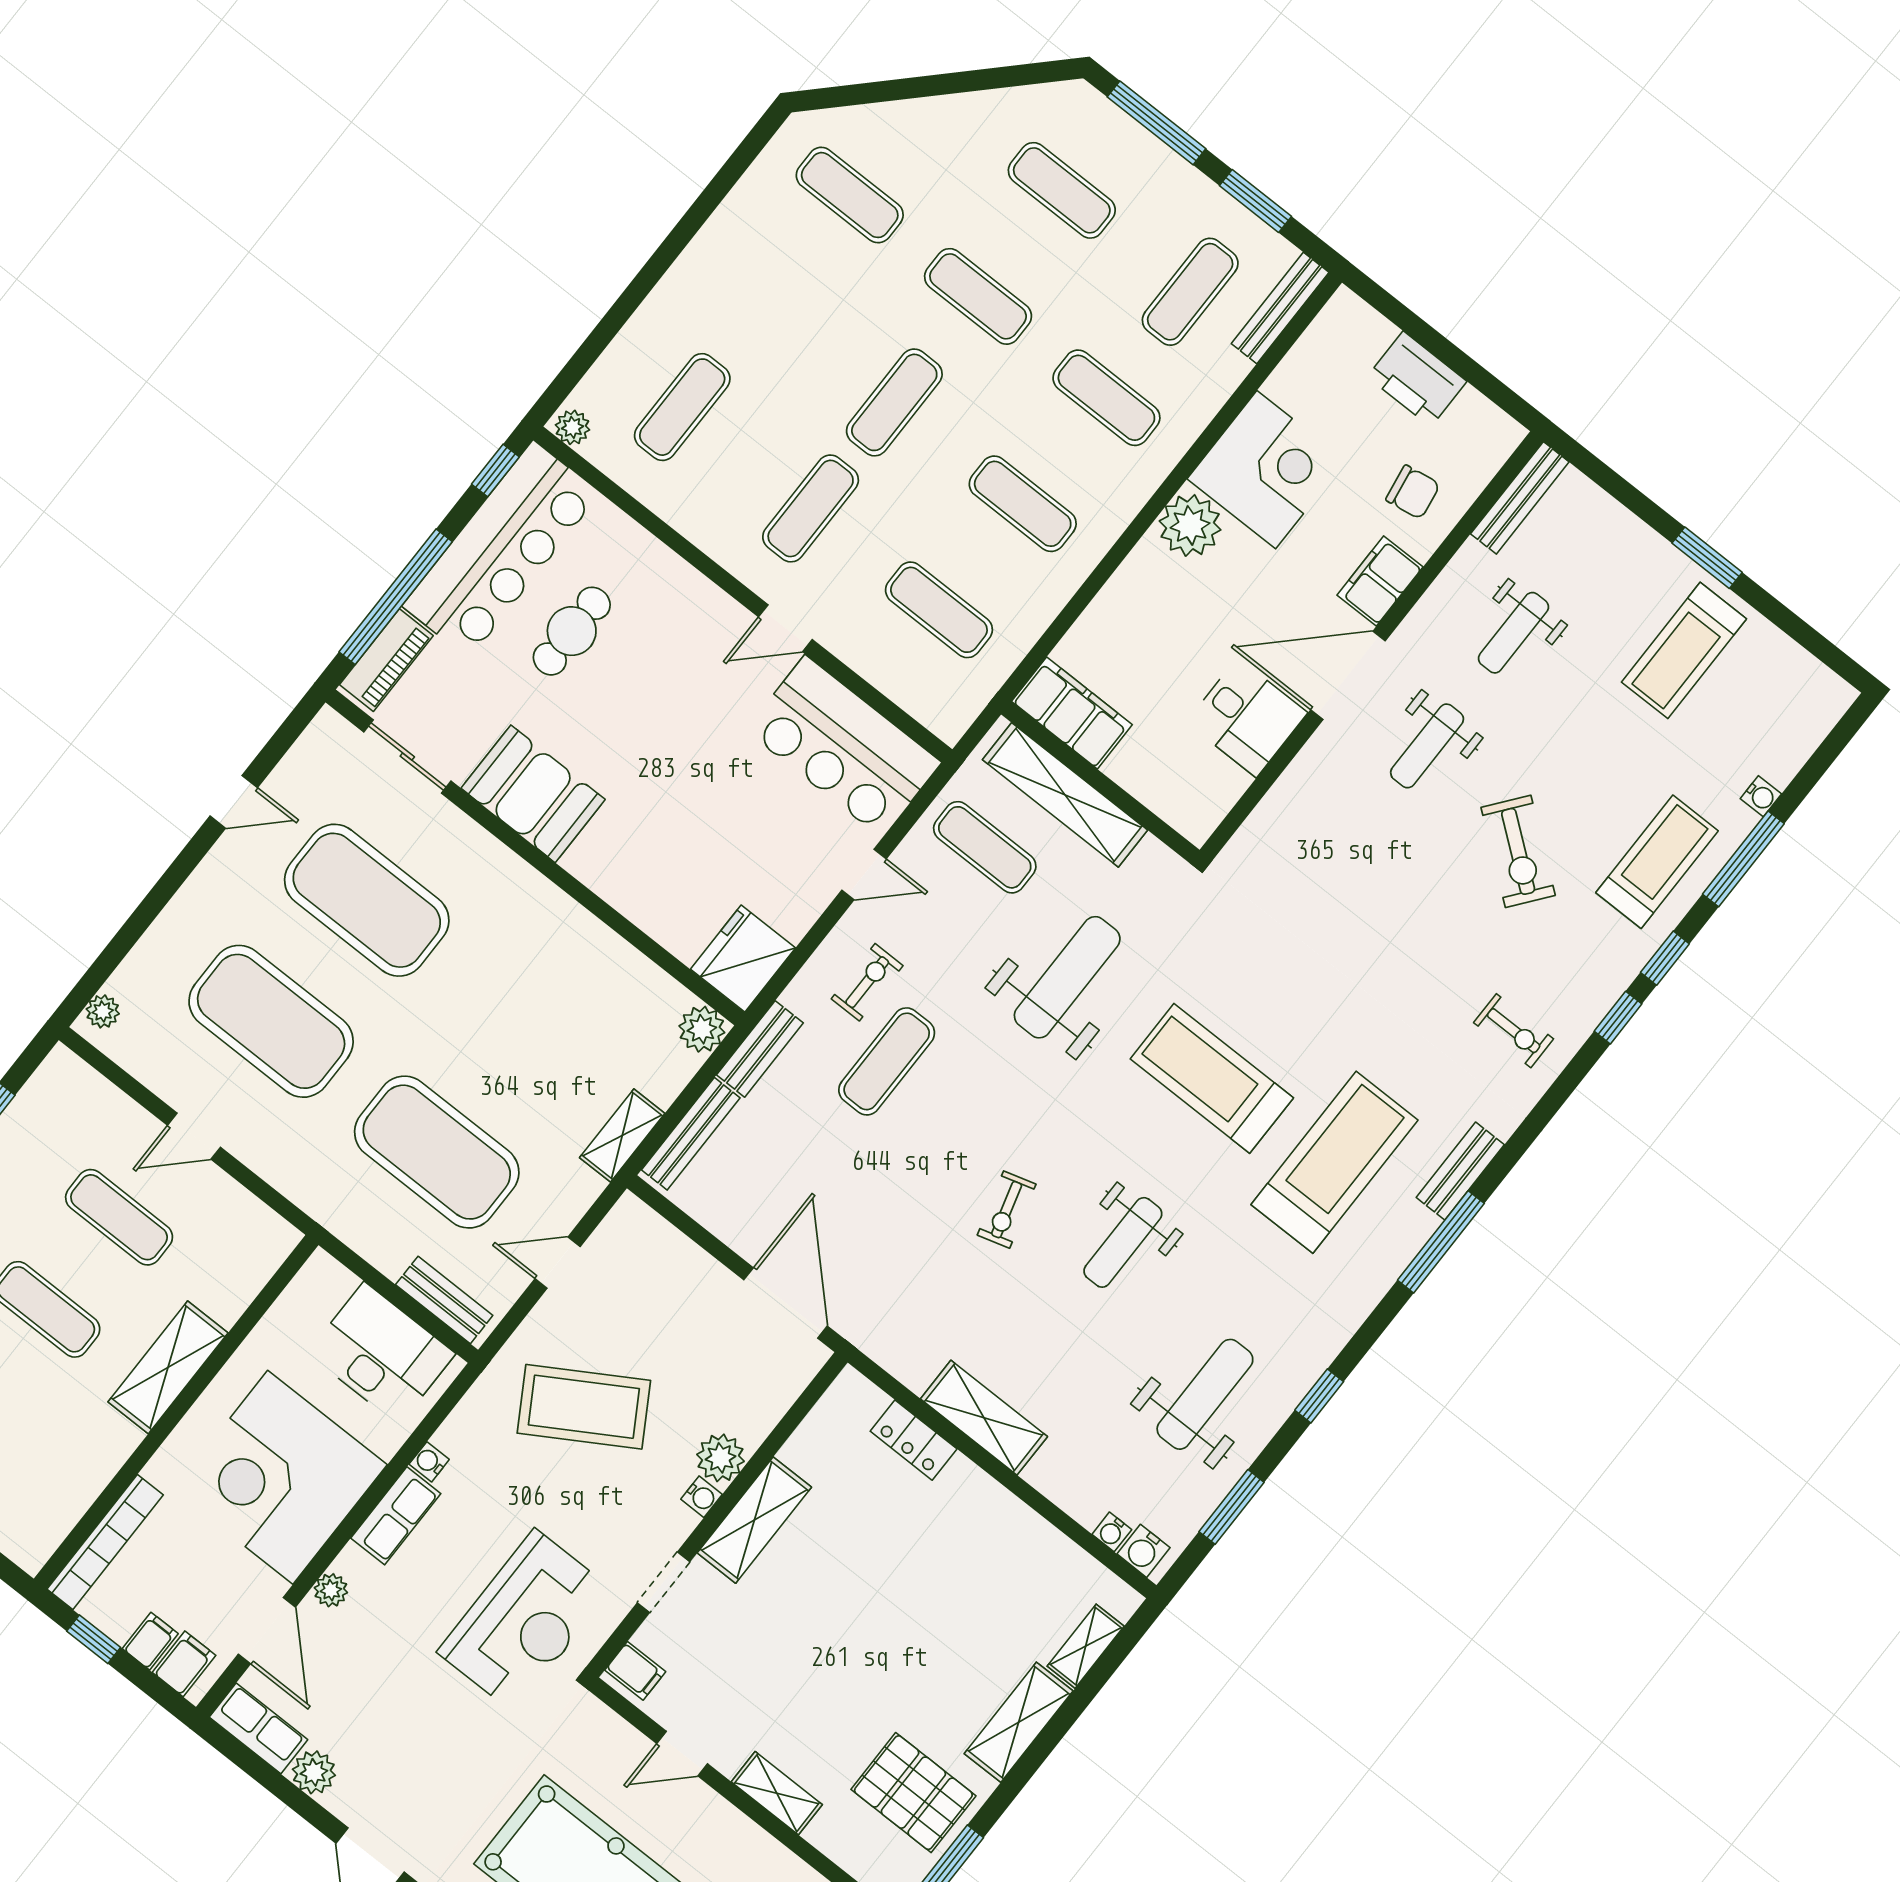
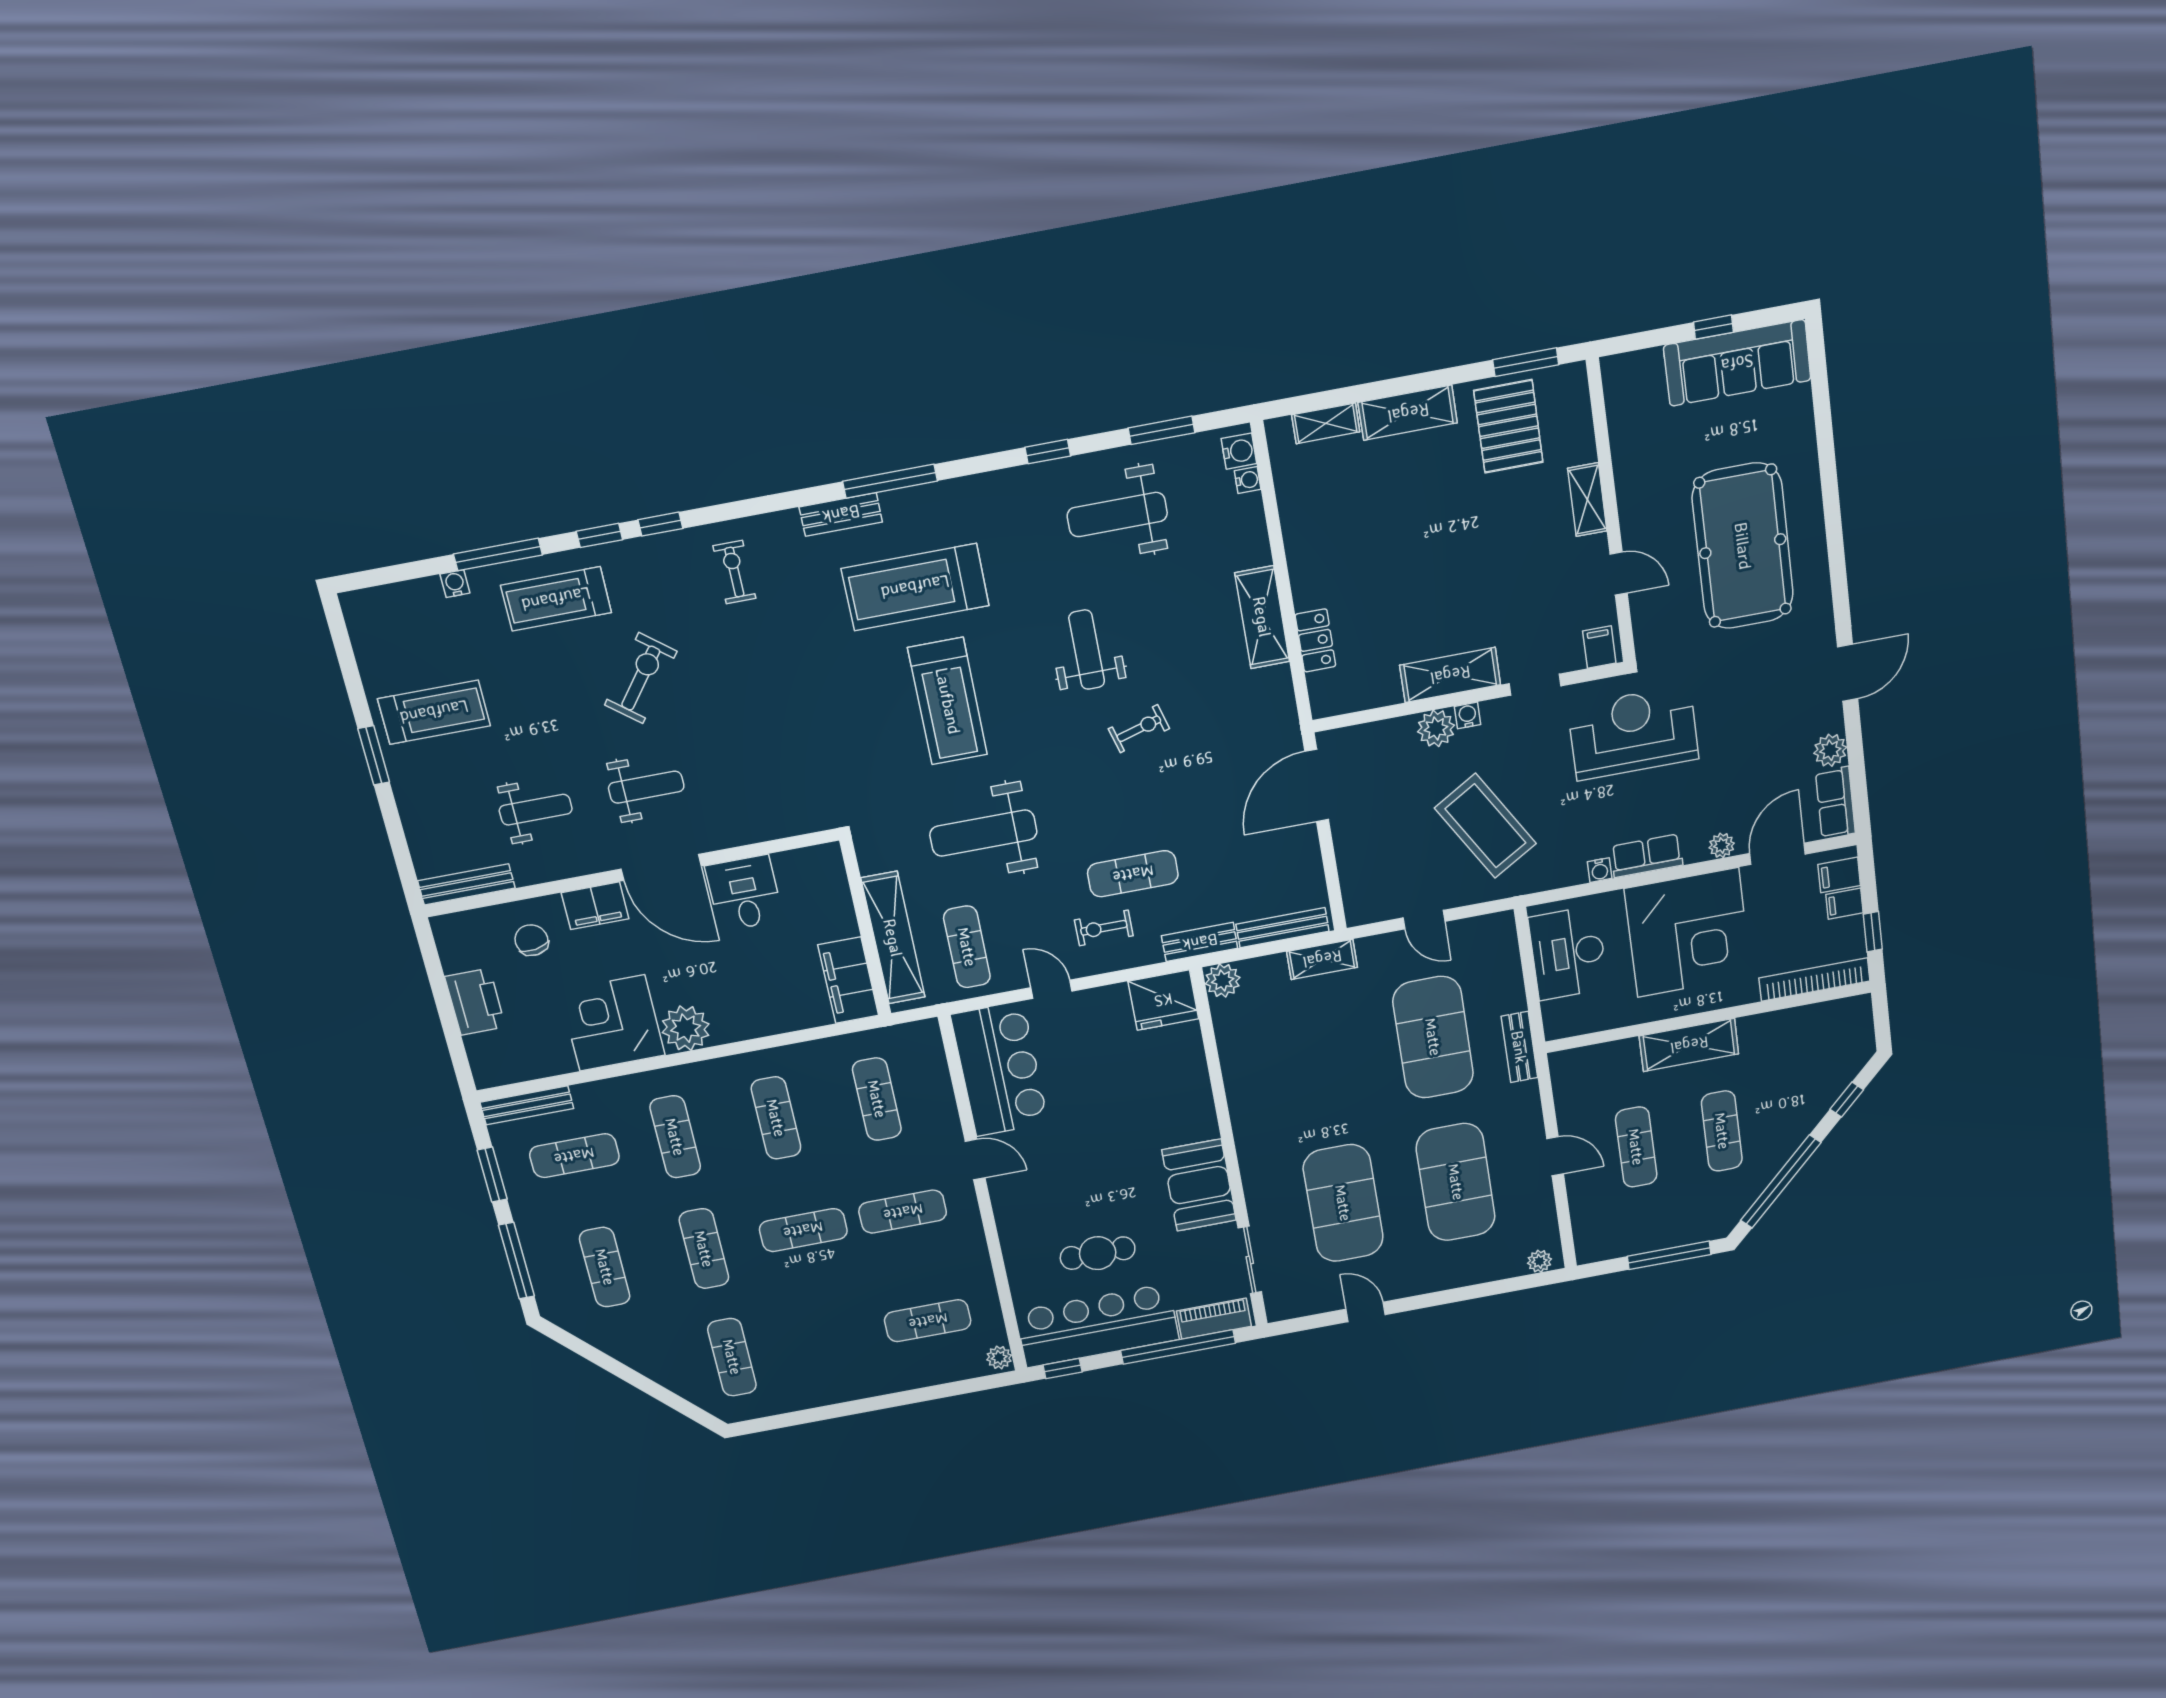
weight bench: (1123, 1242) -> (1087, 650), turned -90
bench: (444, 1300) -> (1519, 1047), moved

